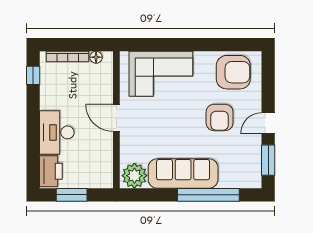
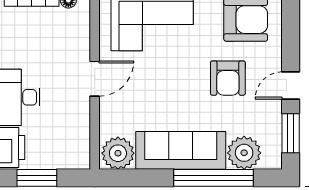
door: (116, 118) -> (95, 79), swing flipped
plant: (232, 175) -> (244, 153), added

